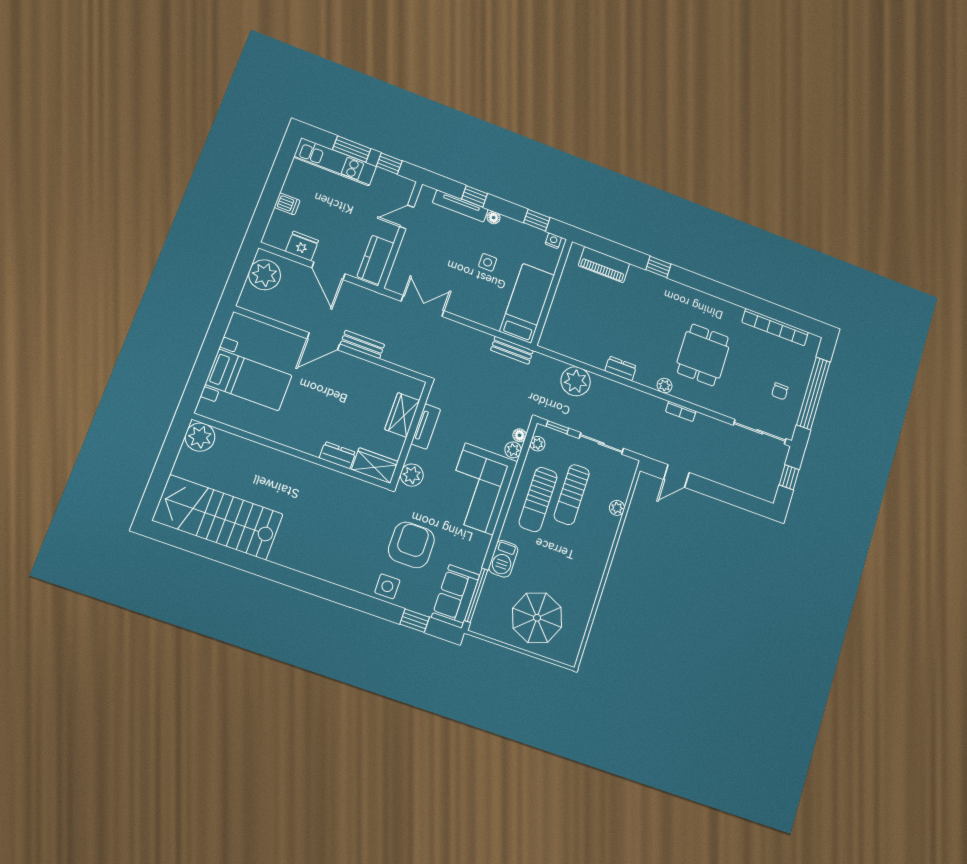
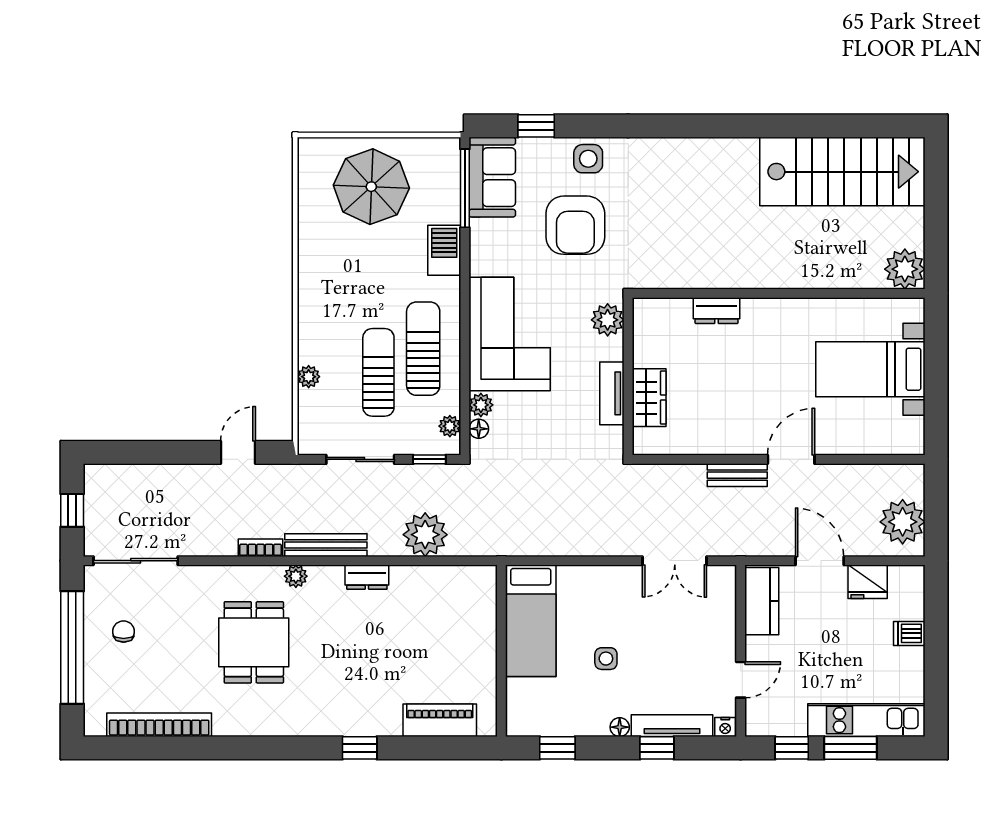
nightstand: (553, 241) -> (725, 727), moved
bench: (512, 350) -> (326, 545), moved, width x1.36
wardrobe: (375, 466) -> (662, 315), removed

